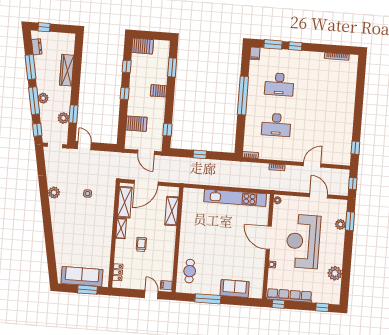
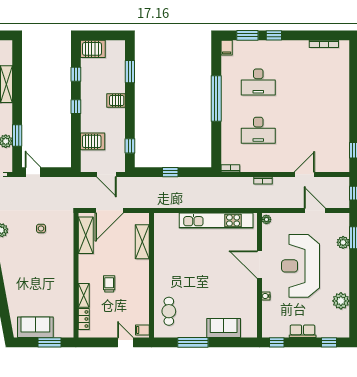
shelving: (121, 228) -> (84, 295), moved
sofa: (82, 277) -> (35, 327), width x0.73
row of seats: (289, 295) -> (303, 331), width x0.50

